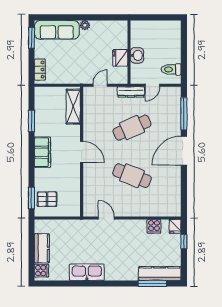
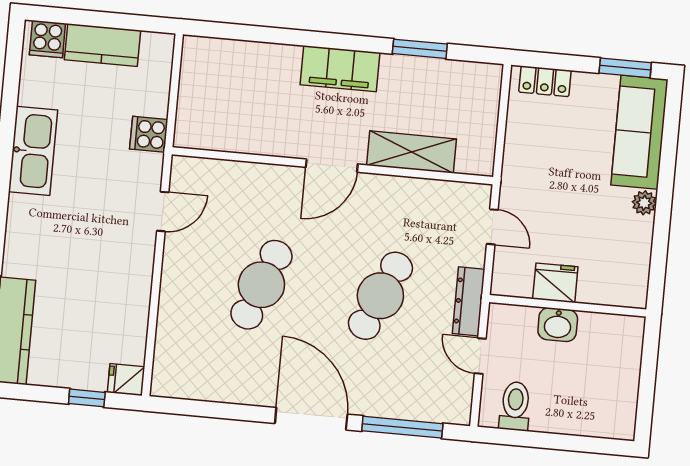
shelving: (73, 107) -> (412, 152), moved
cafe table: (132, 128) -> (380, 296), turned 48
window: (32, 198) -> (229, 31), removed
pallet: (47, 199) -> (223, 69), removed
cooker: (154, 226) -> (149, 134), moved

